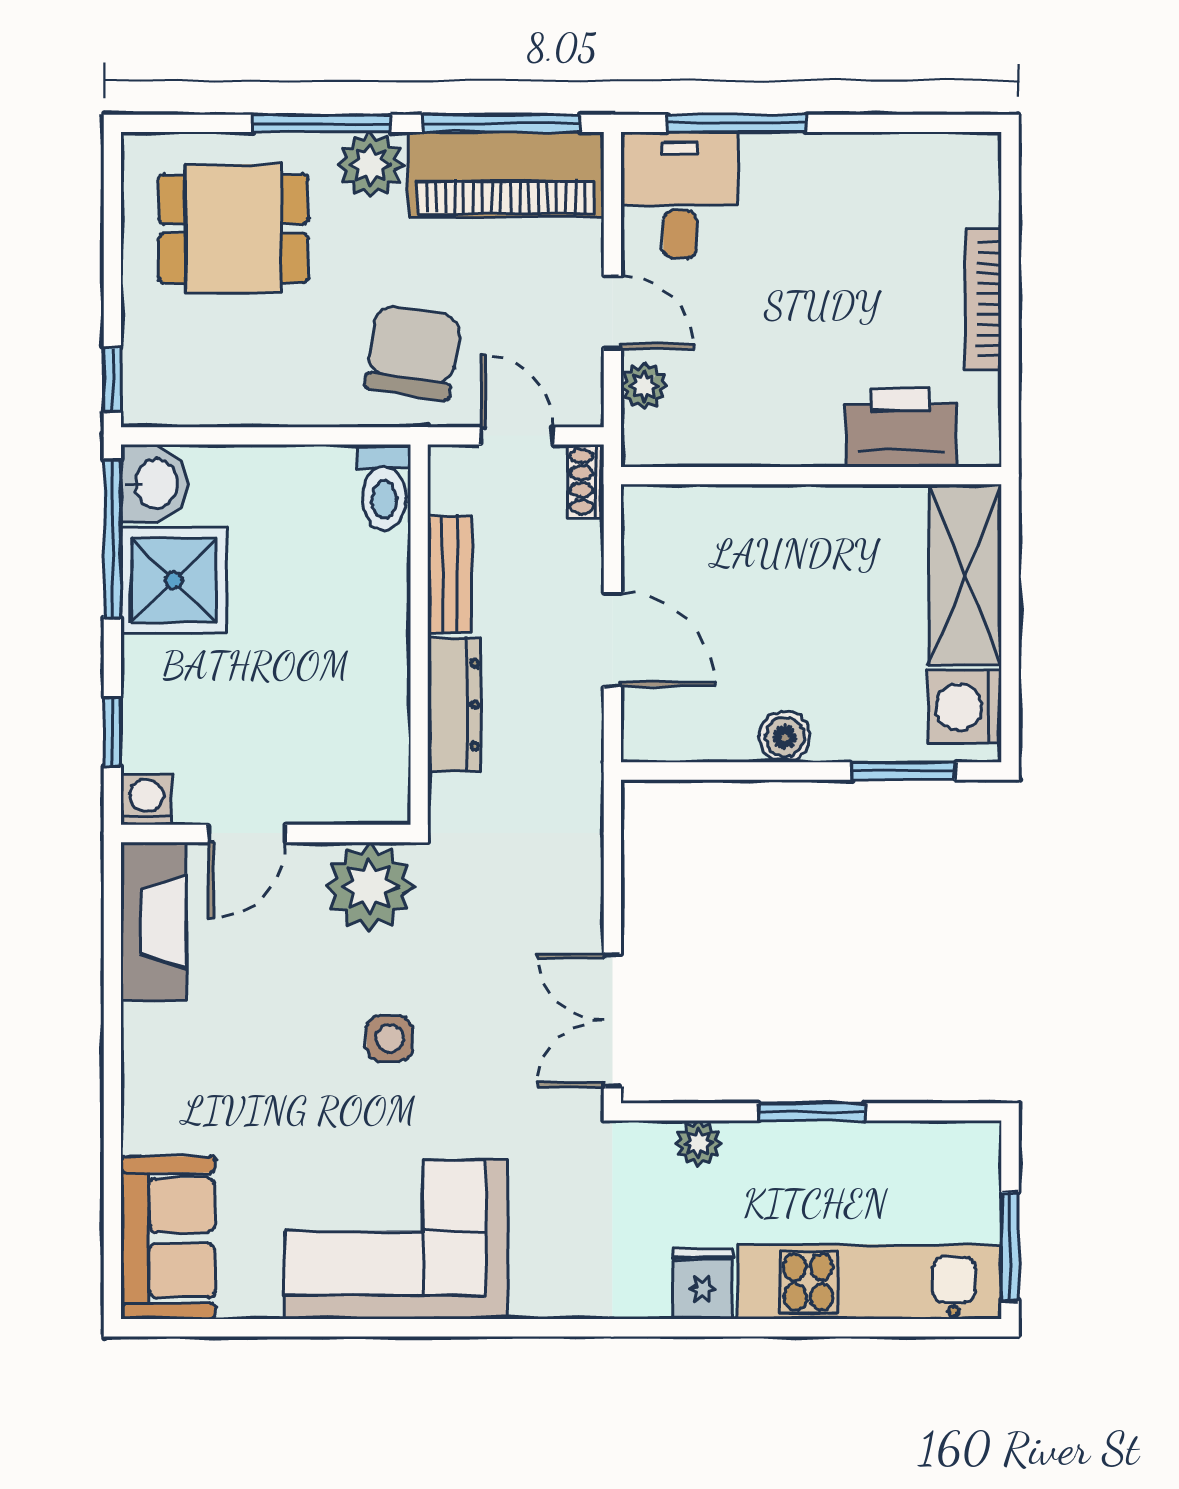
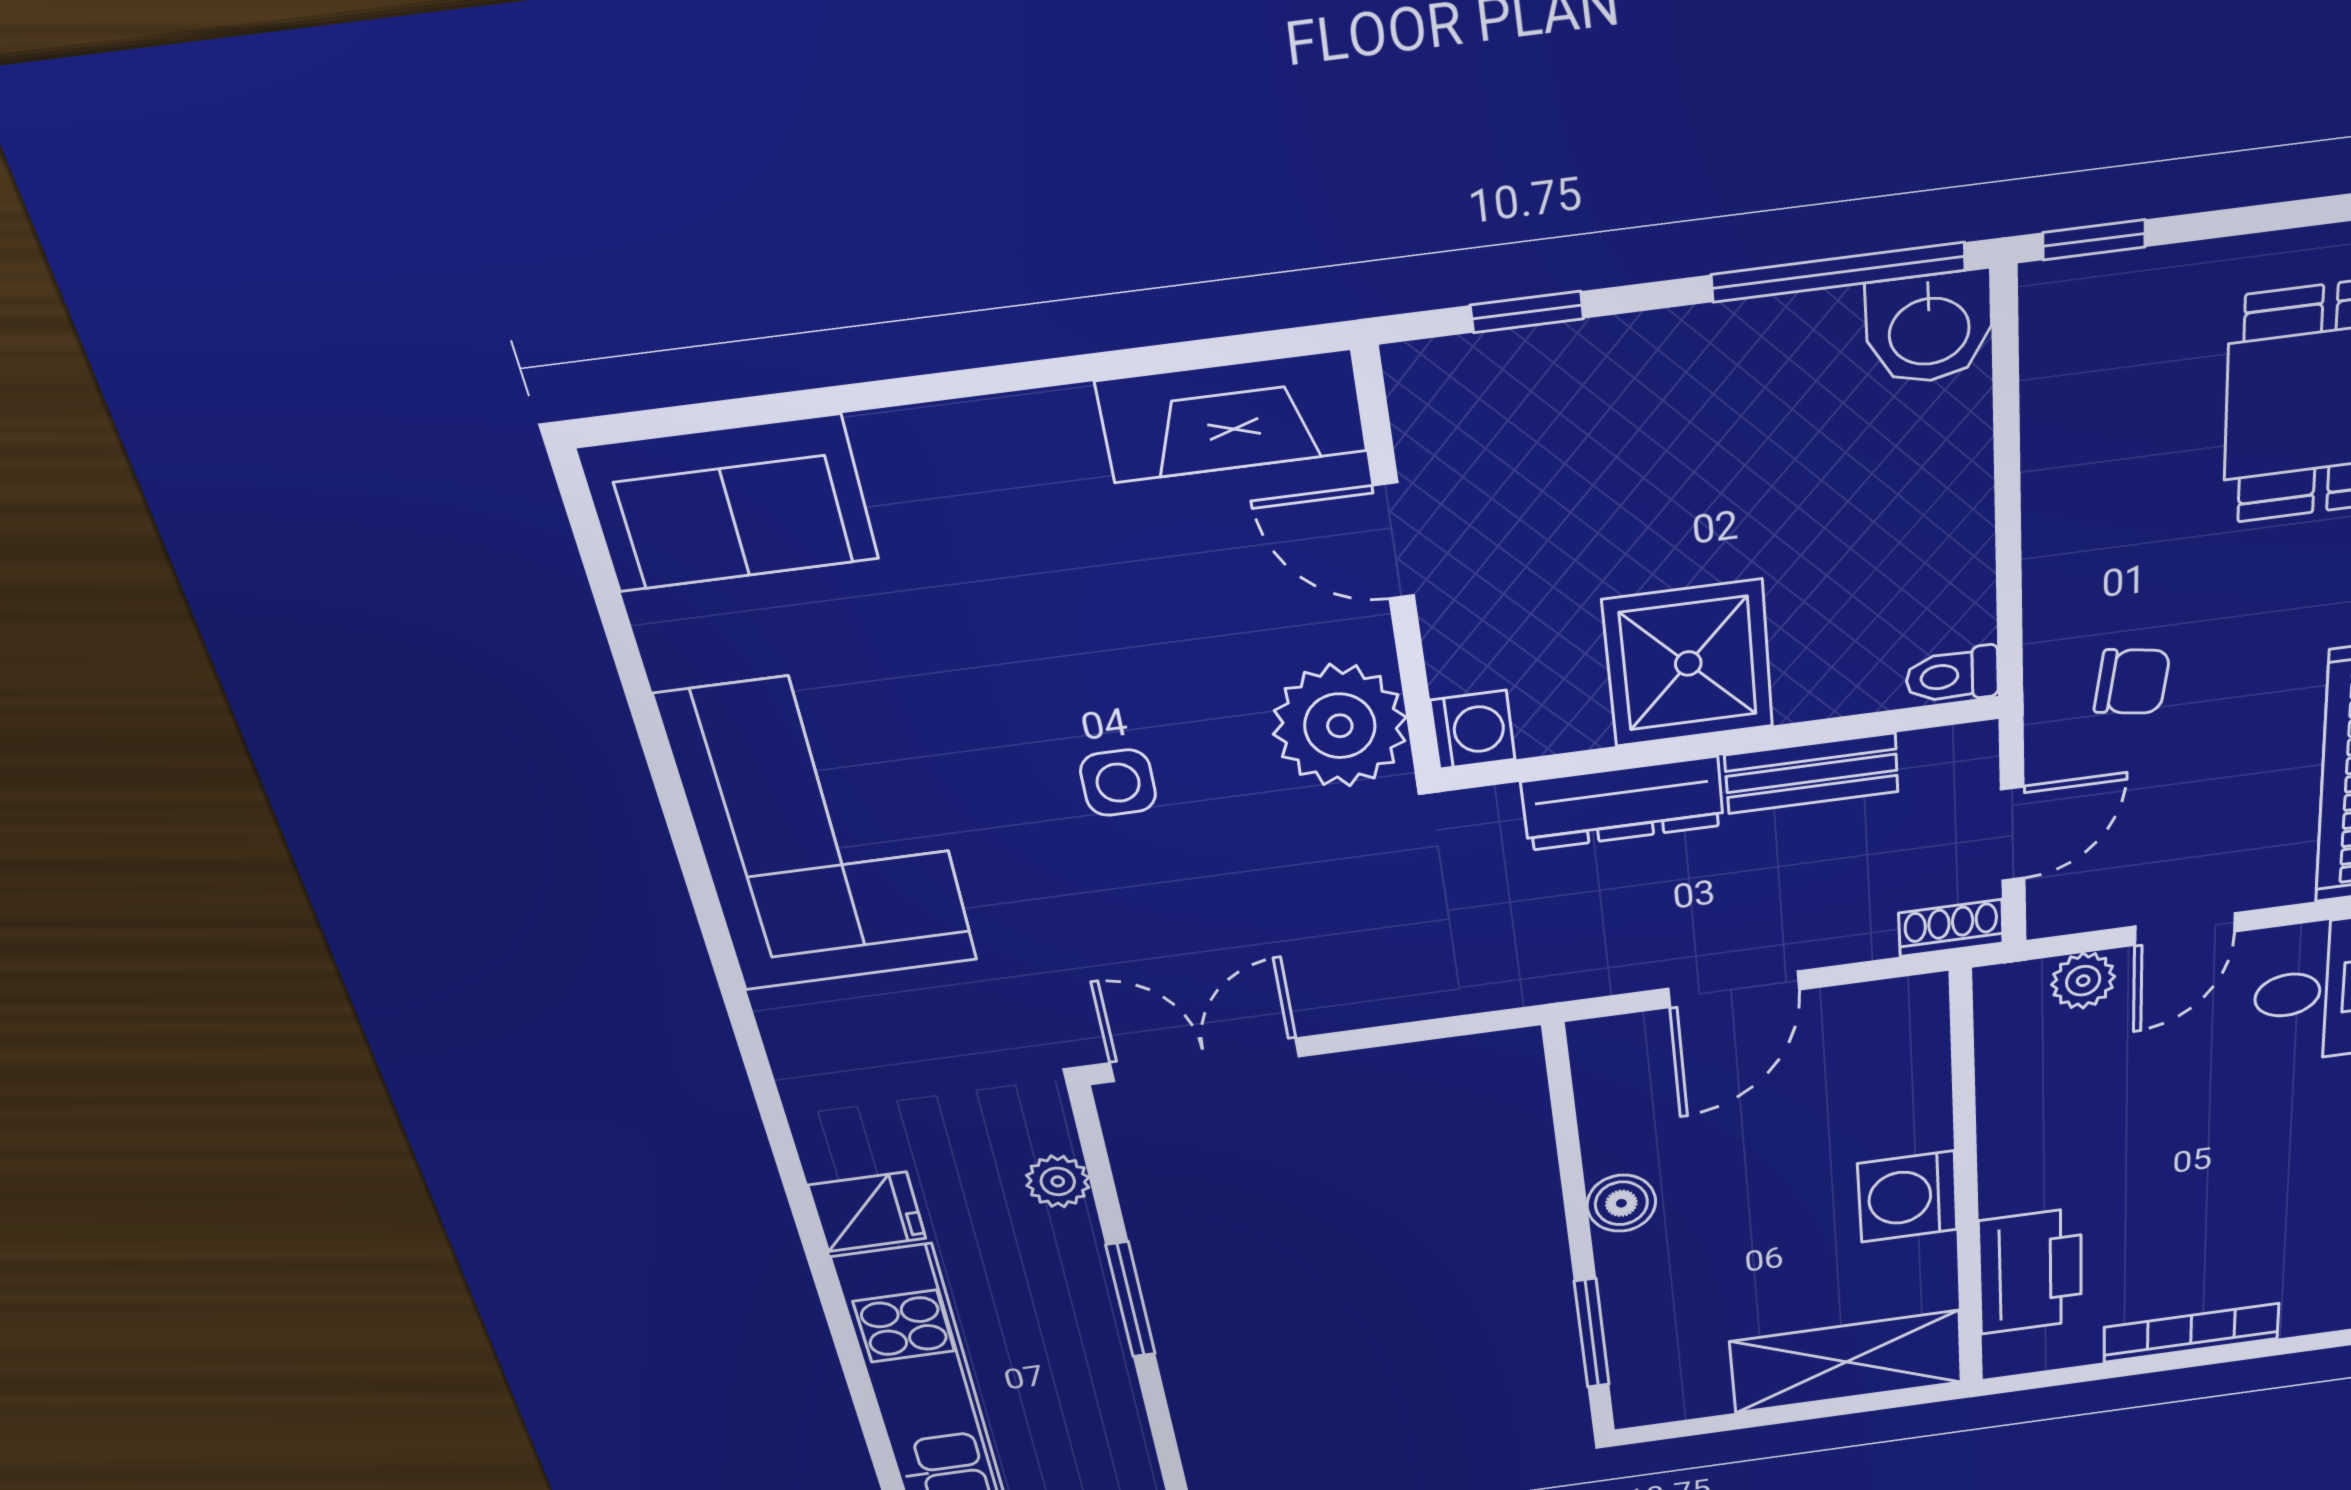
chair: (413, 352) -> (2132, 682), width x0.54, depth x0.54
toilet: (384, 487) -> (1952, 675), width x0.73, depth x0.72
shower: (174, 580) -> (1688, 663), moved
washing machine: (965, 707) -> (1908, 1197), moved, turned -90
washing machine: (146, 799) -> (1473, 730), moved

